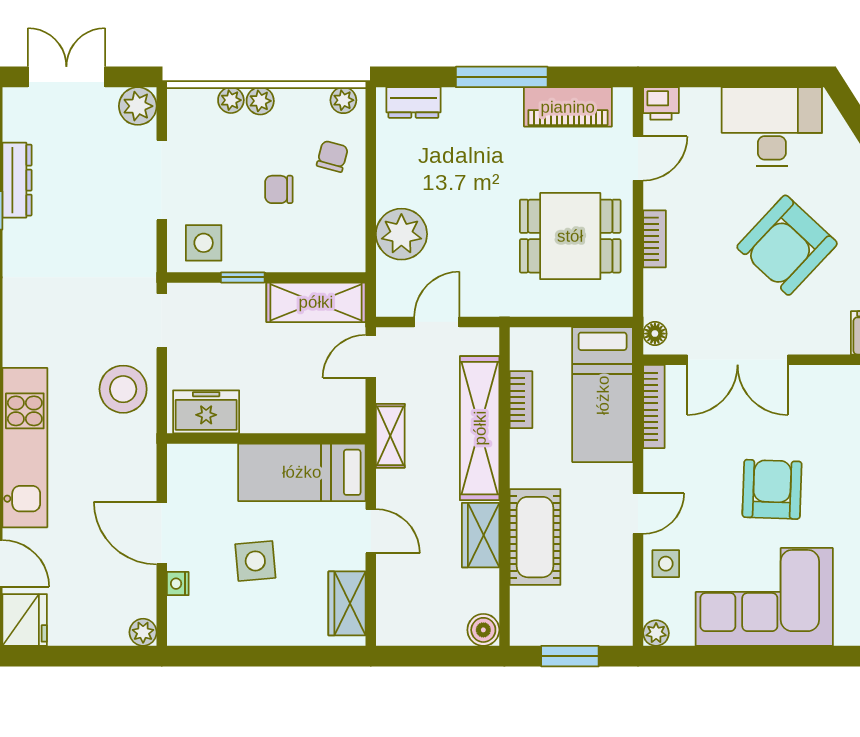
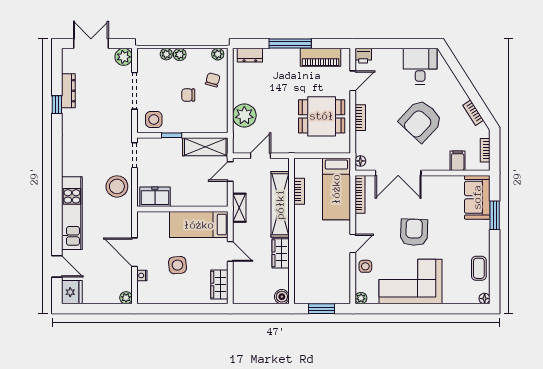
desk: (772, 127) -> (420, 66), width x0.73
cot: (535, 537) -> (306, 254), removed

